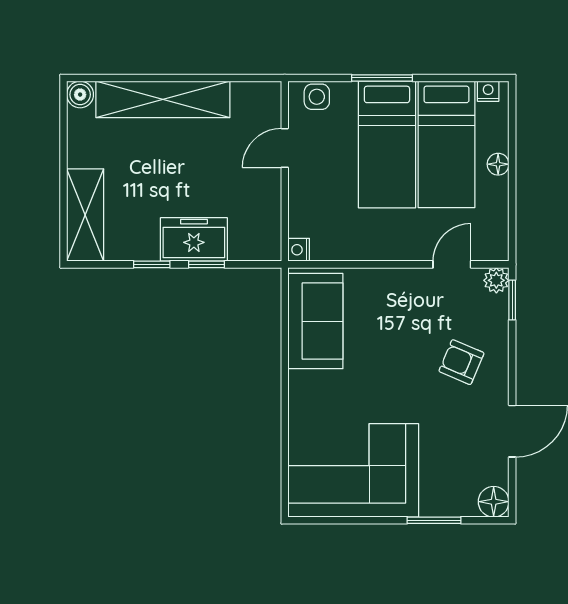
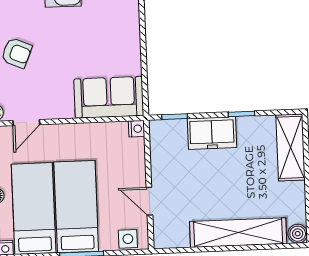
door: (285, 148) -> (149, 201), swing flipped
window: (206, 264) -> (175, 117), moved
sofa: (315, 321) -> (109, 97), moved, turned 90

